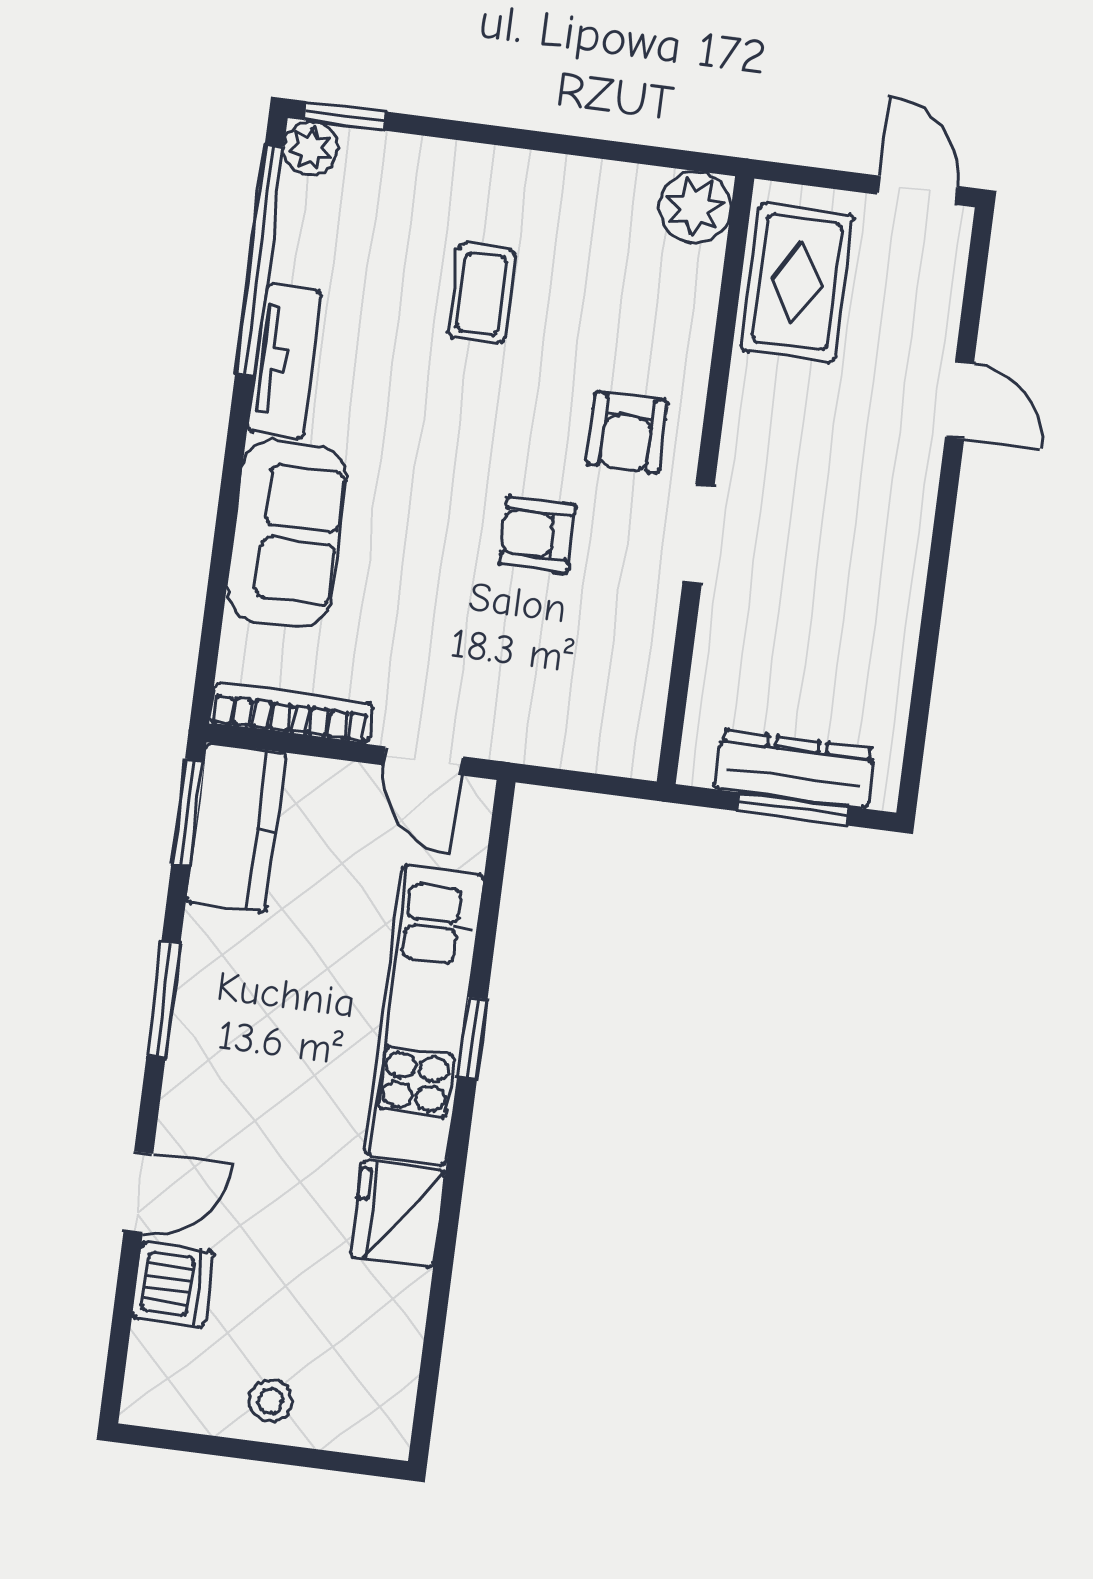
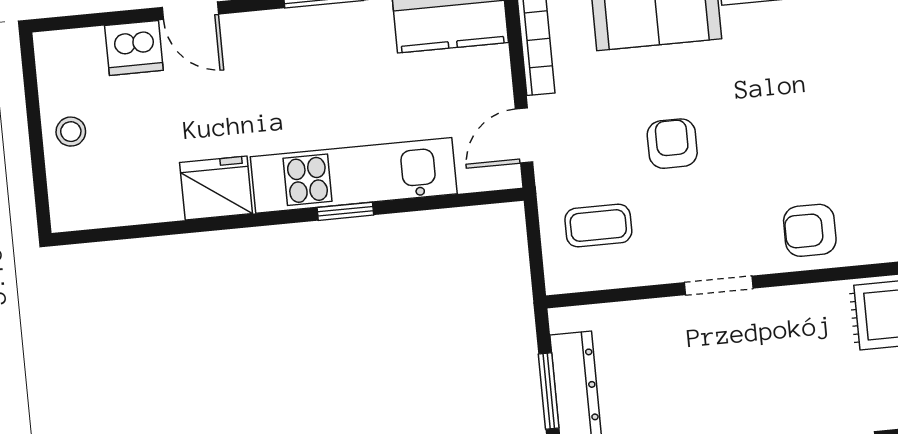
coffee table: (482, 294) -> (598, 226), moved
armchair: (627, 433) -> (810, 230), moved
armchair: (537, 535) -> (672, 144), moved

